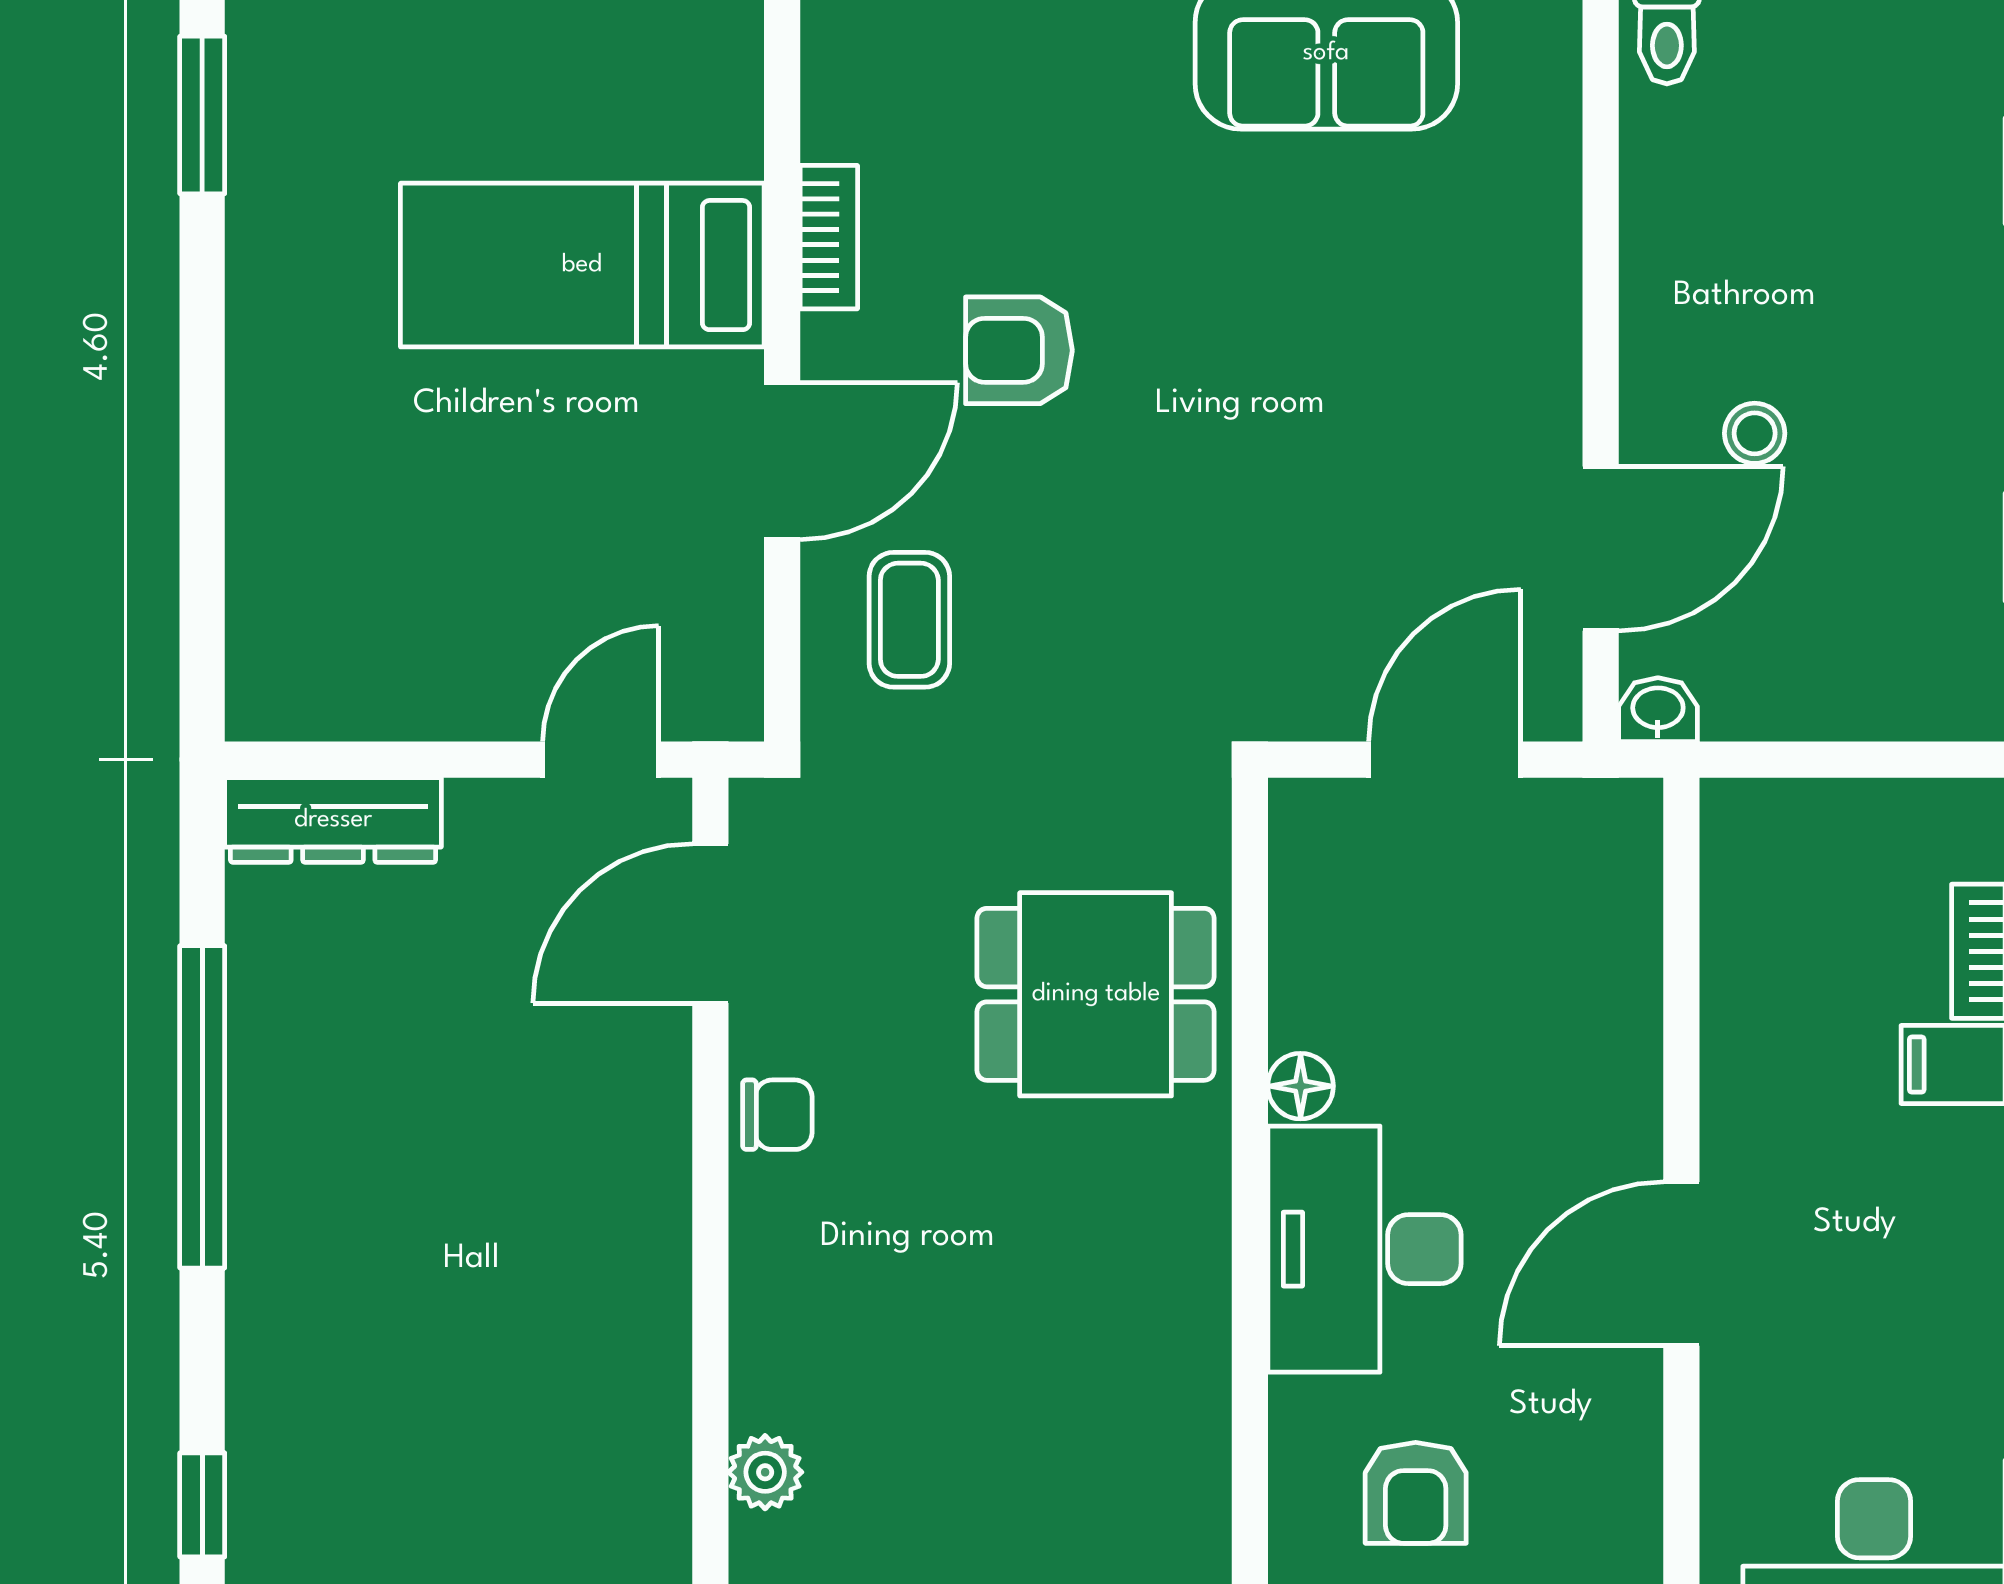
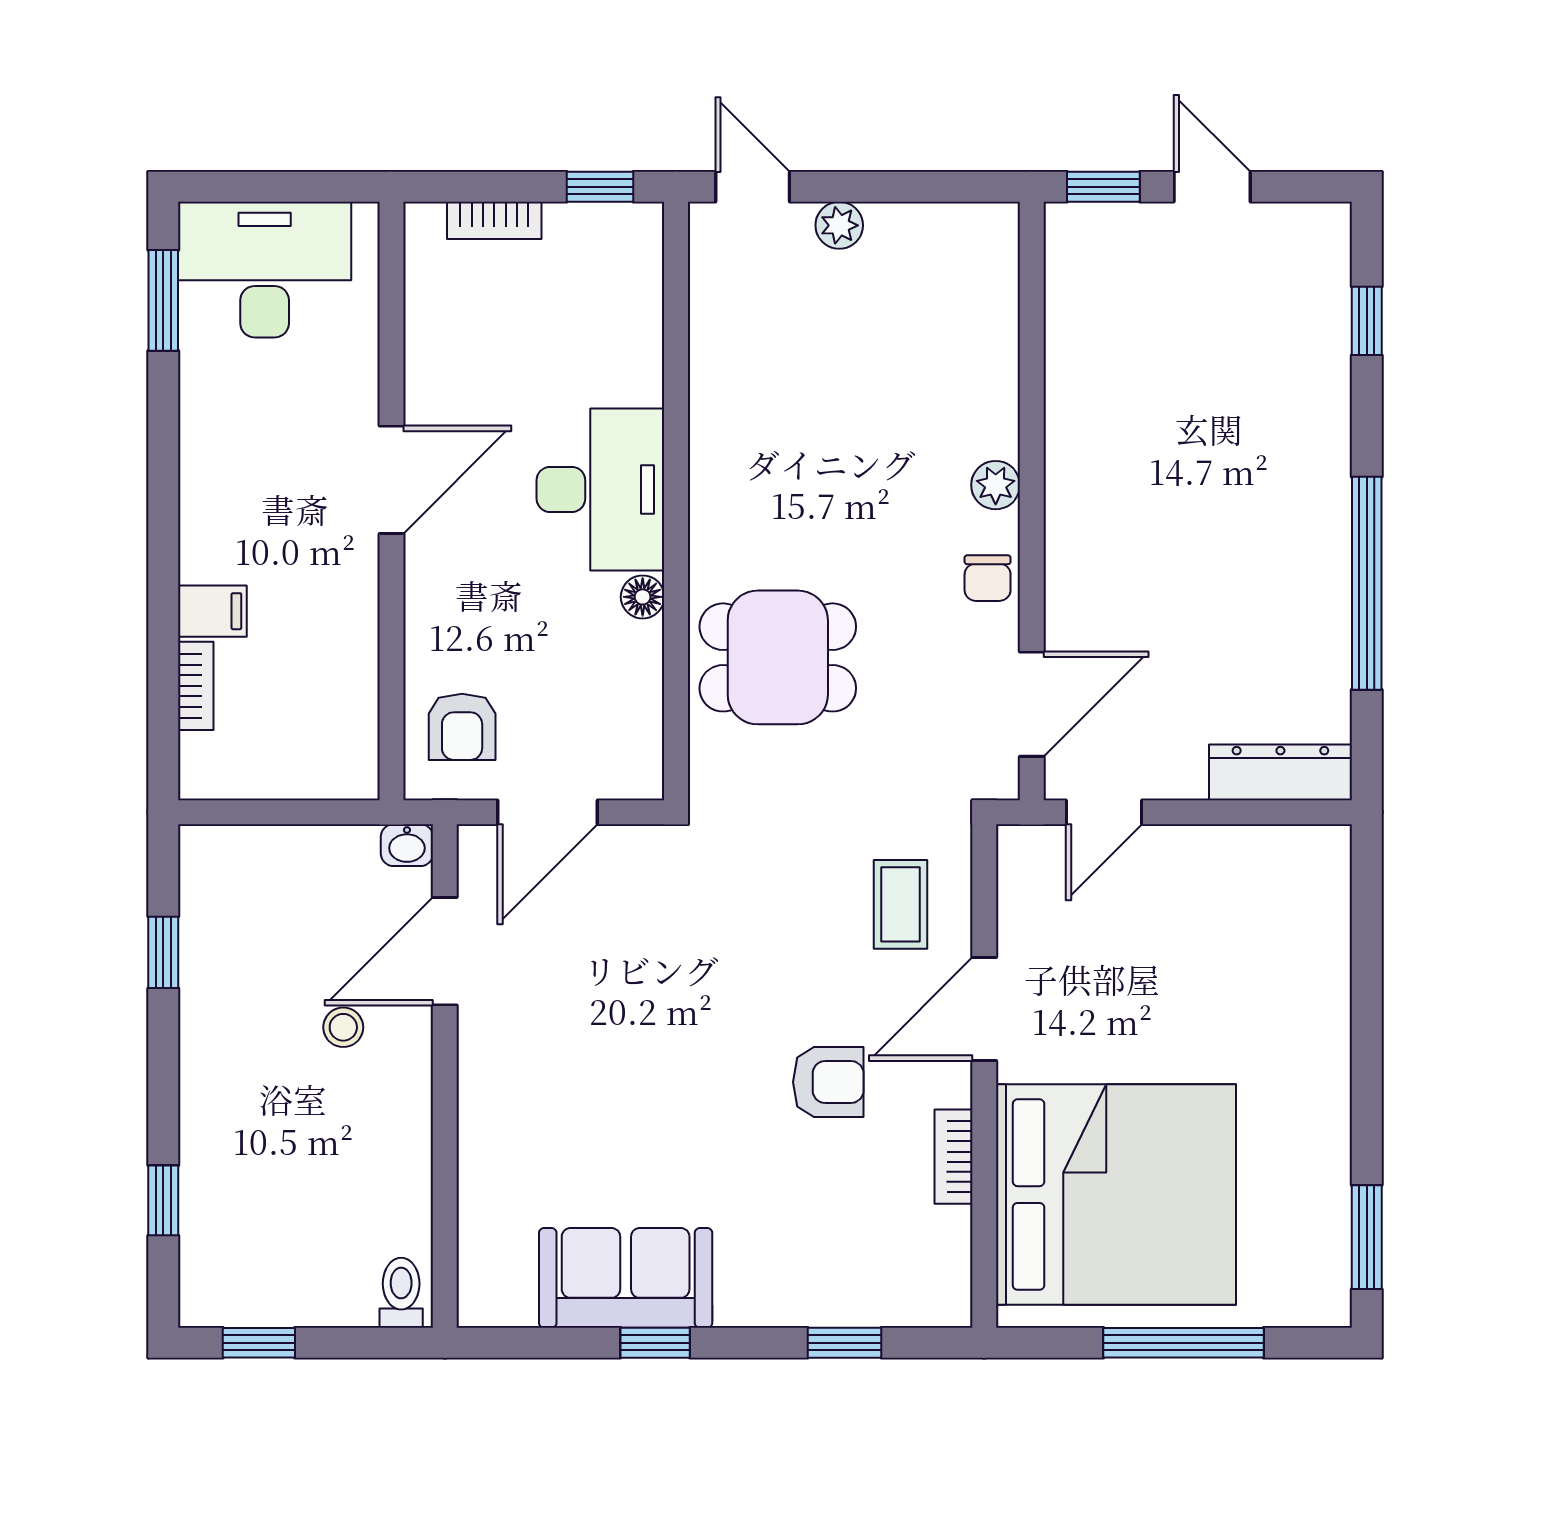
bed: (582, 265) -> (1116, 1195), width x2.04
chair: (777, 1115) -> (988, 578), turned -90
plant: (765, 1472) -> (996, 485), moved
armchair: (1416, 1493) -> (462, 727), moved, turned 180

